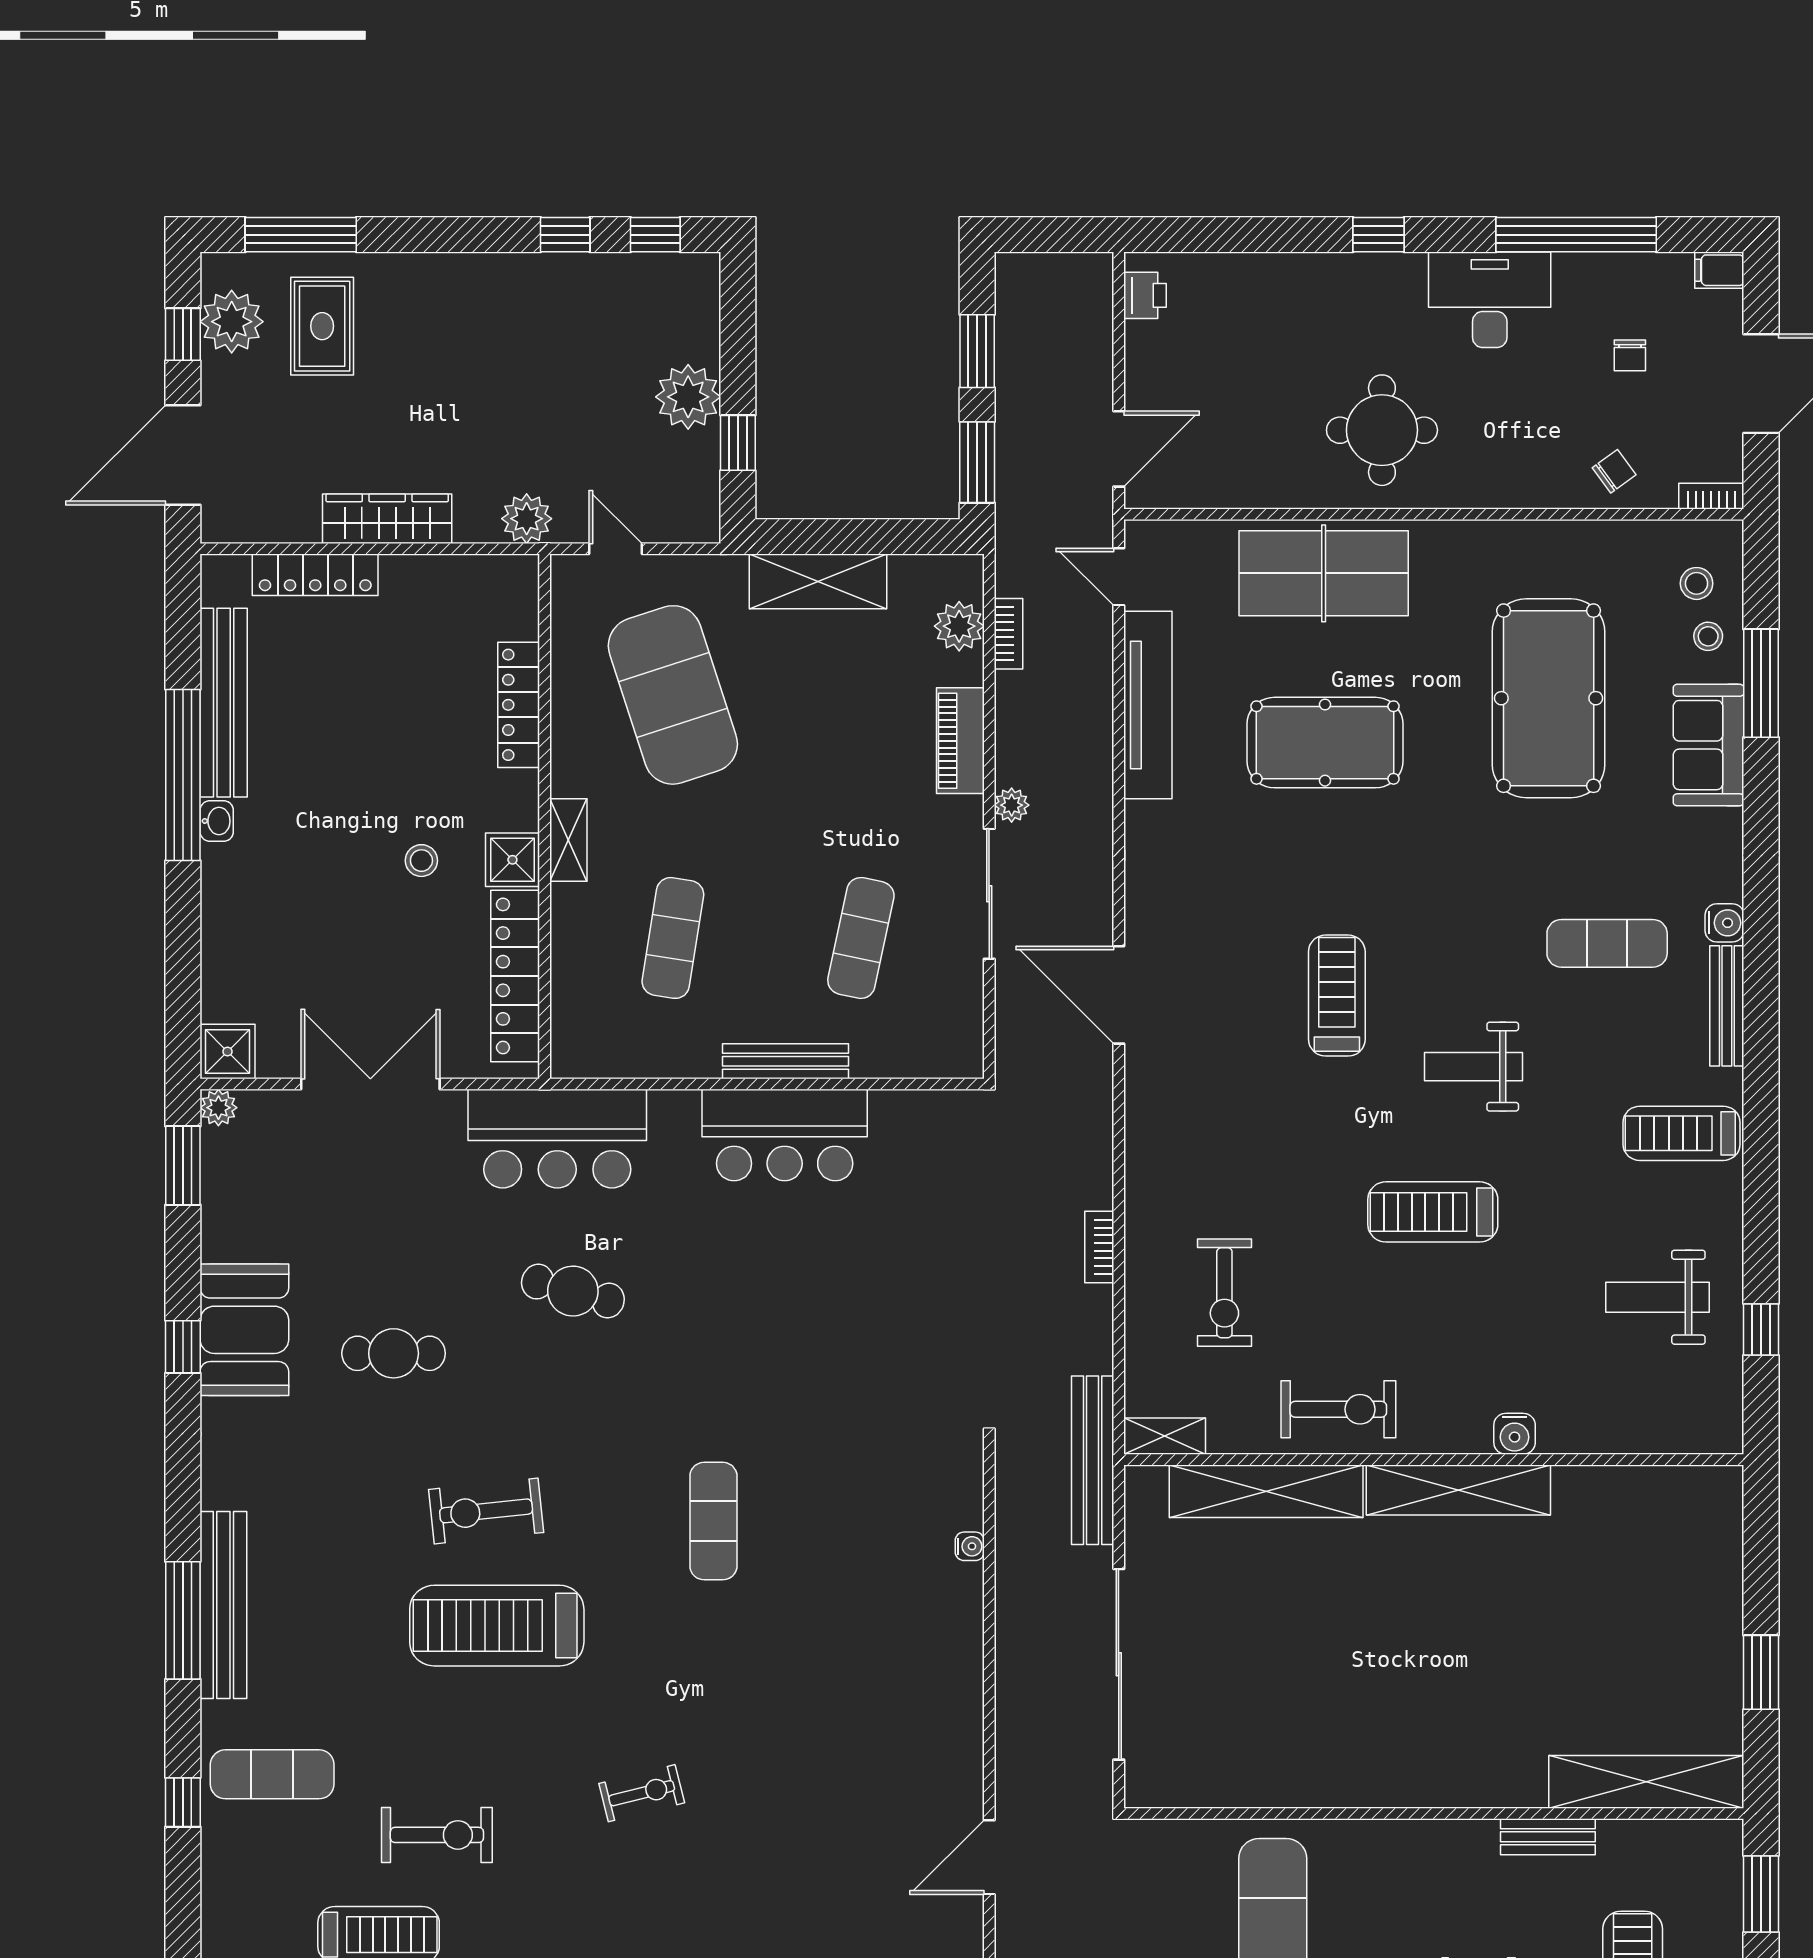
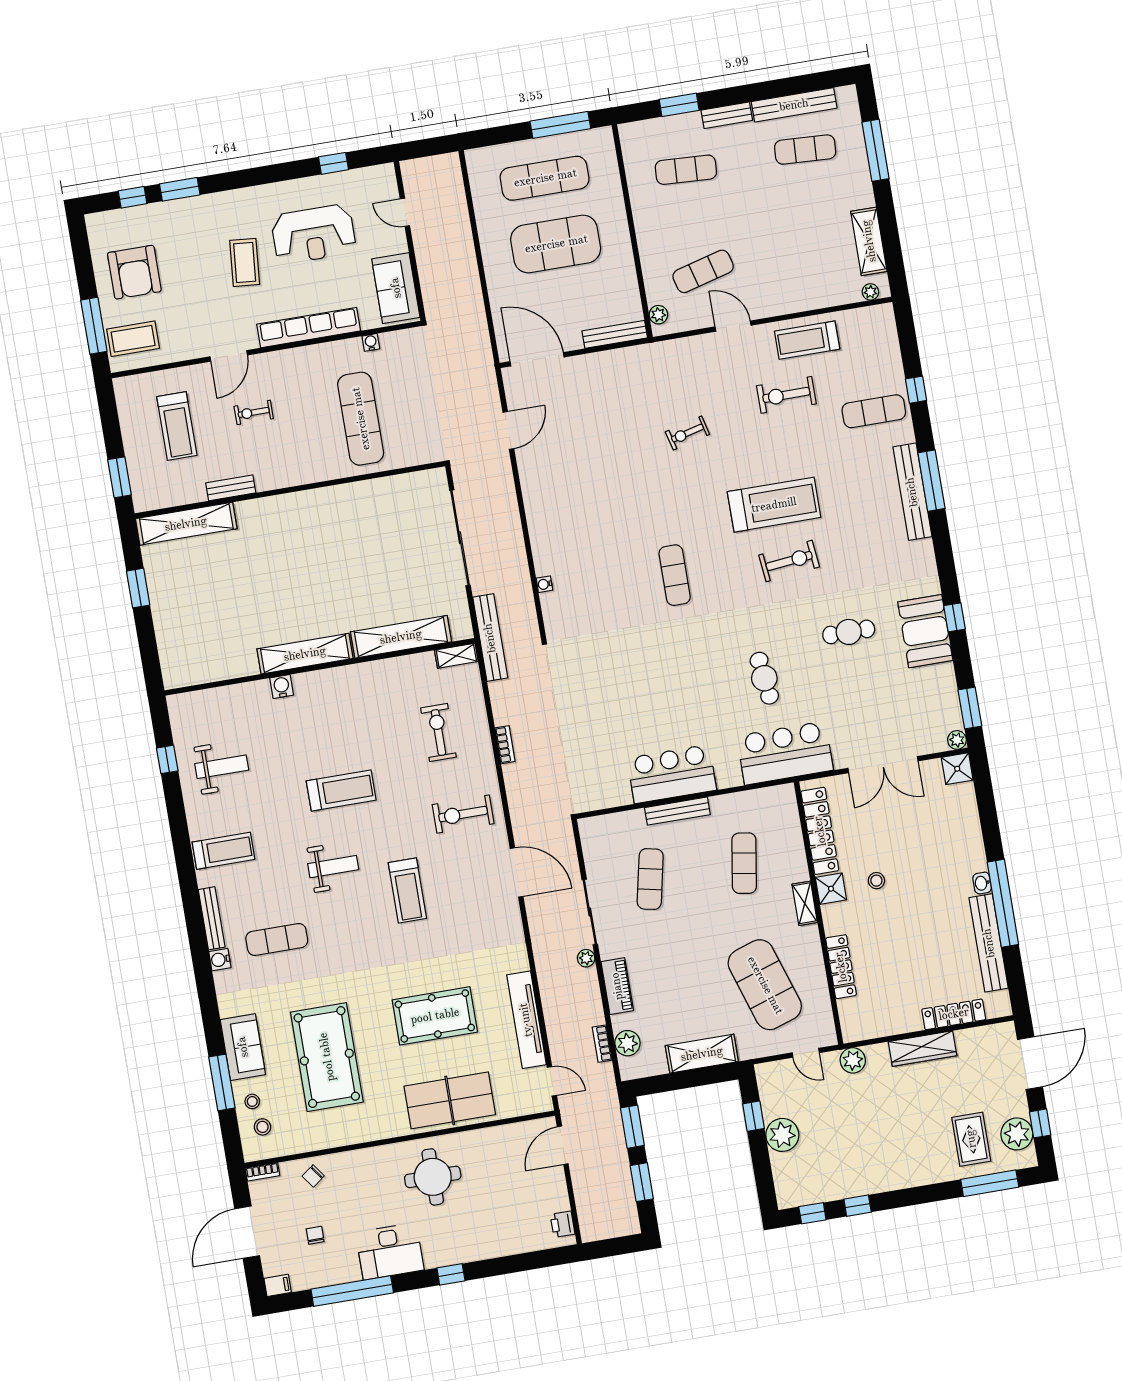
cafe table: (573, 1291) -> (764, 678), turned 68
exercise bike: (1338, 1409) -> (463, 814), moved

